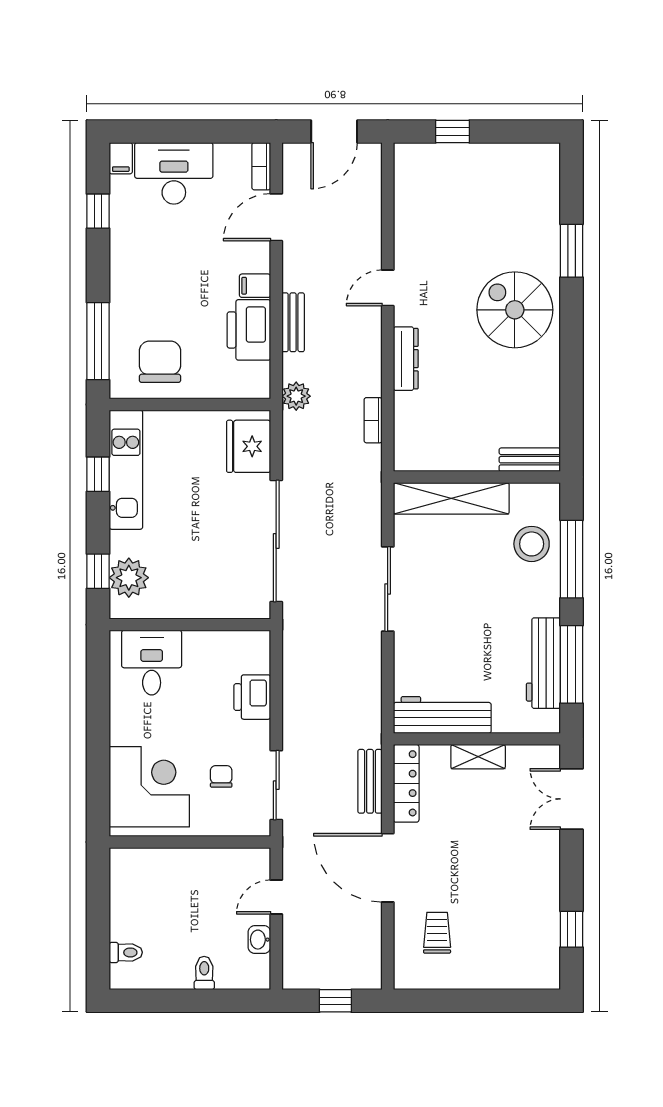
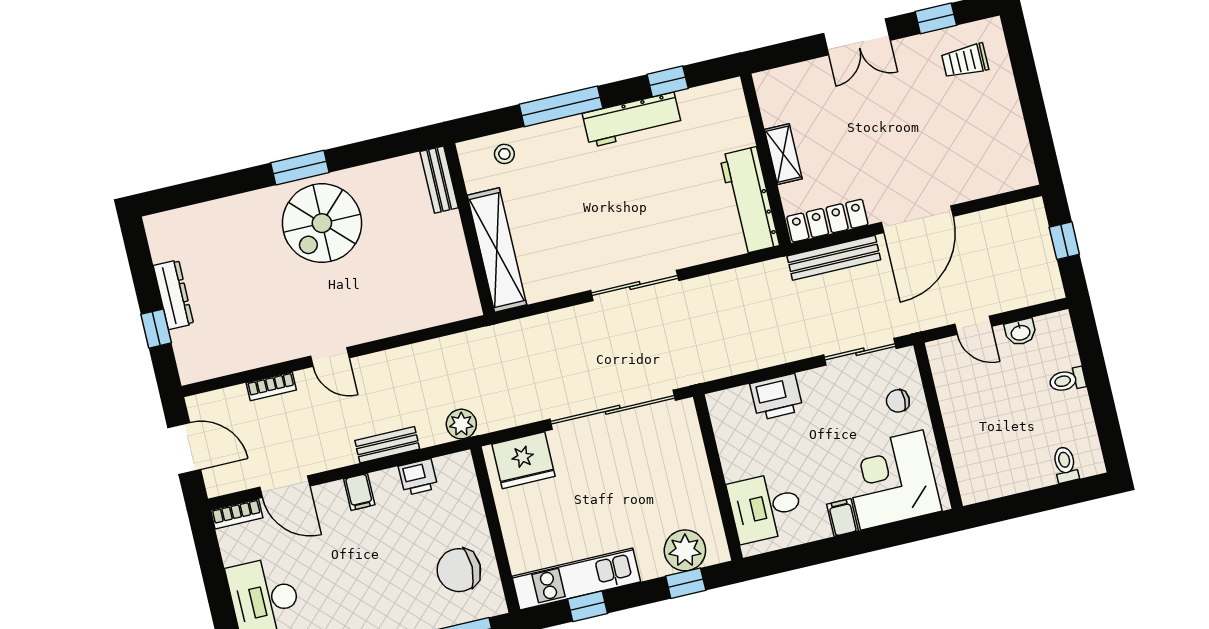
window: (572, 251) -> (300, 168), moved
printer: (249, 330) -> (418, 477), width x0.53, depth x0.68
dresser: (406, 359) -> (173, 295), moved, turned 90
bookcase: (373, 420) -> (271, 386), moved
bench: (530, 460) -> (439, 180), moved
wall: (477, 477) -> (469, 229), moved
shelving: (451, 498) -> (497, 250), moved
stool: (532, 544) -> (504, 154), moved, width x0.53, depth x0.53
workbench: (543, 663) -> (632, 120), moved
window: (572, 664) -> (668, 81), width x0.46
filing cabinet: (125, 732) -> (842, 517), added
chair: (221, 776) -> (898, 401), moved
bench: (370, 781) -> (834, 258), width x1.36
double door: (572, 799) -> (857, 37), moved
trolley: (437, 933) -> (965, 61), moved

